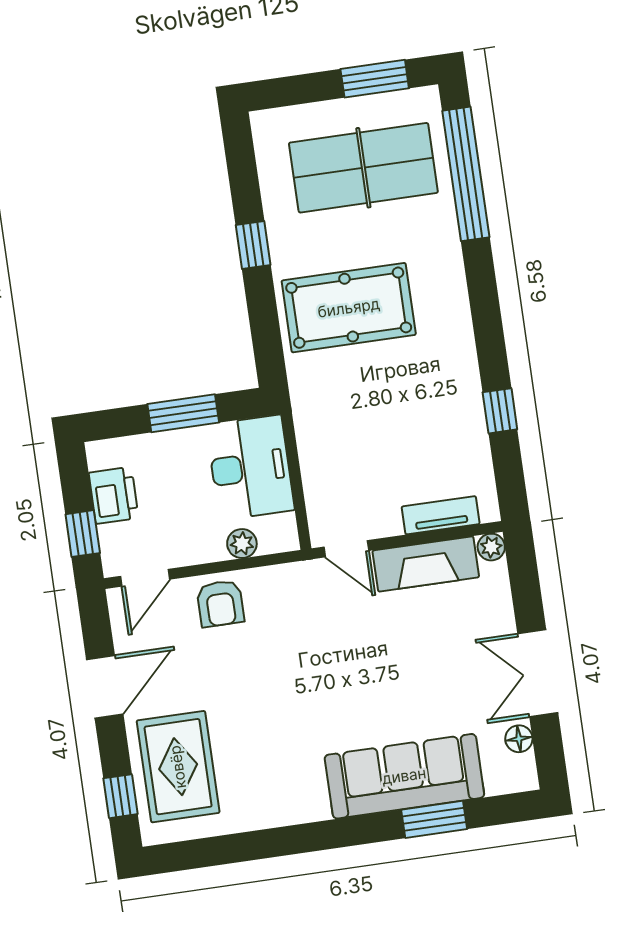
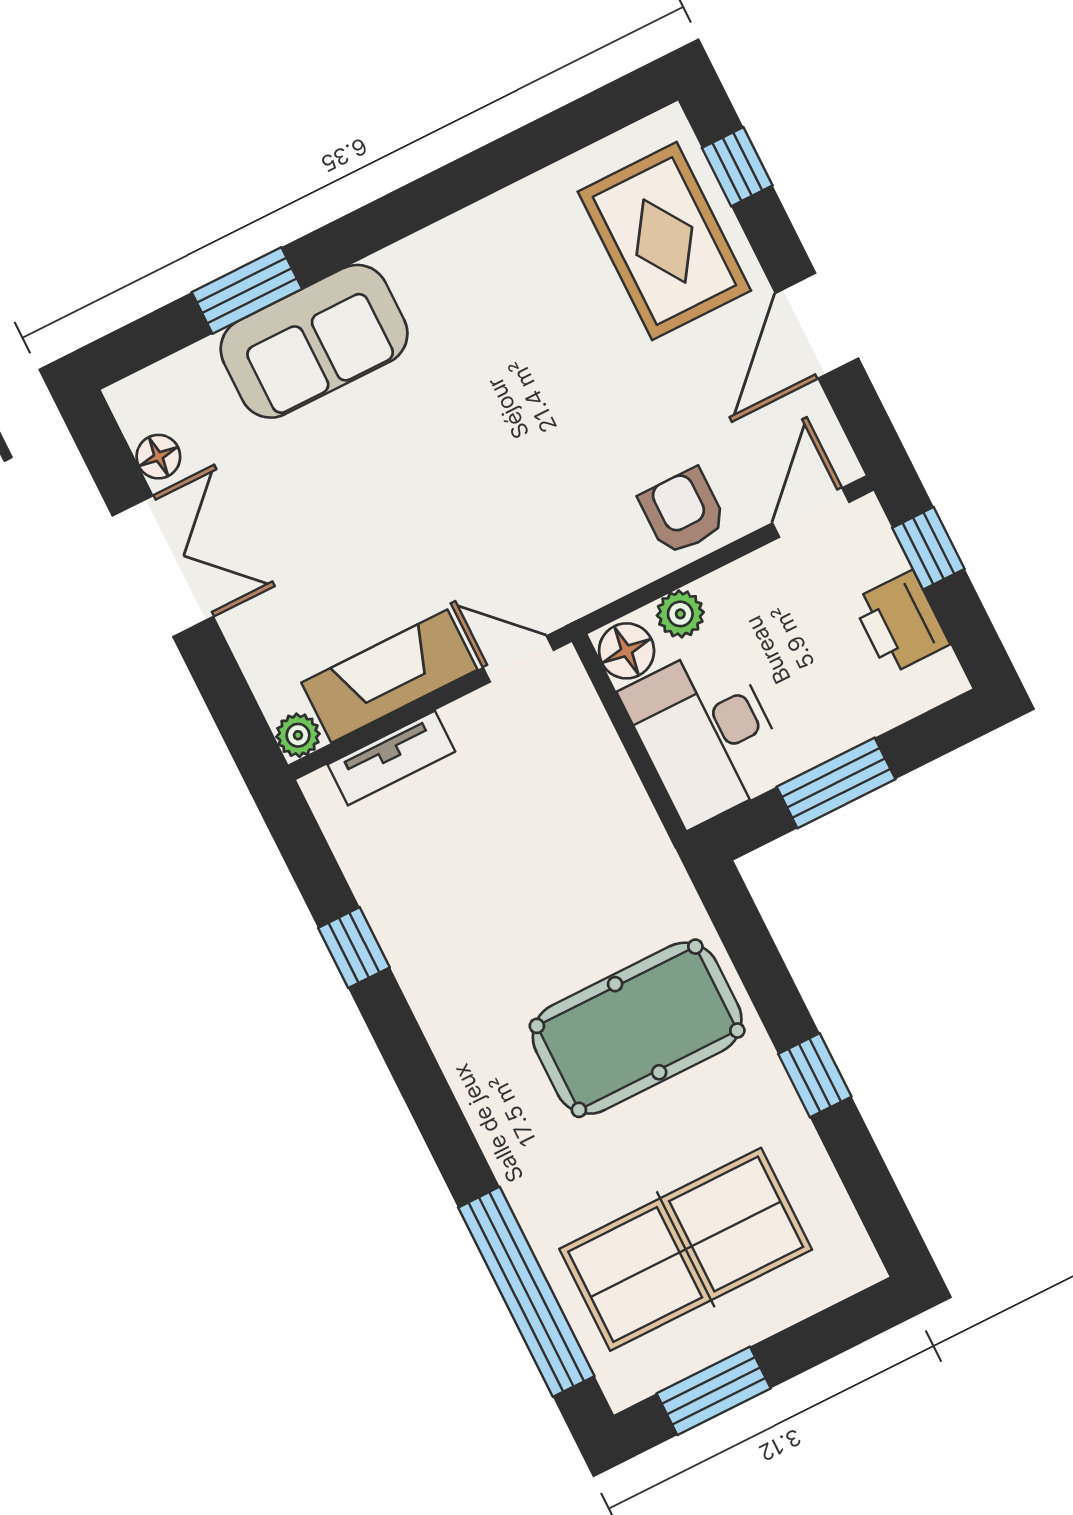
floor lamp: (281, 532) -> (627, 651), added
sofa: (404, 776) -> (314, 341), width x0.73

